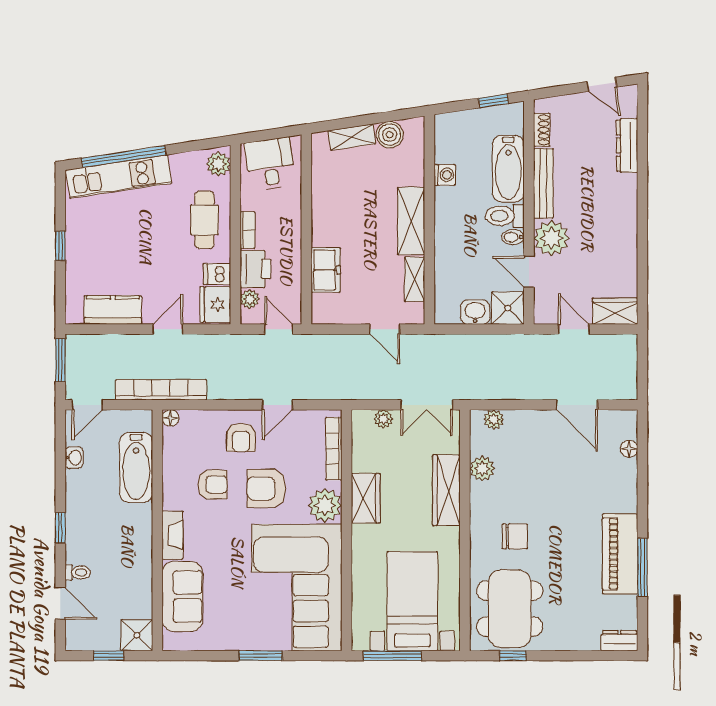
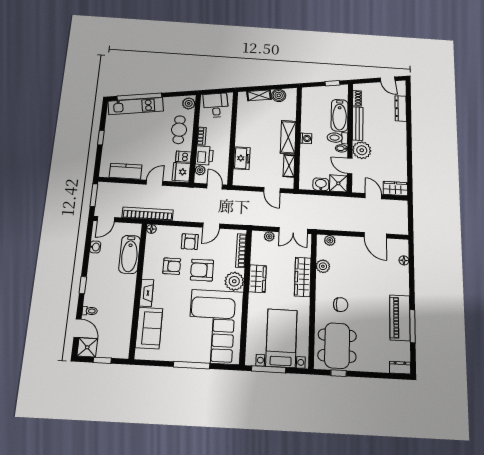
washing machine: (445, 175) -> (306, 138), moved
shower: (137, 635) -> (87, 347), moved
window: (260, 656) -> (192, 365), width x1.44

